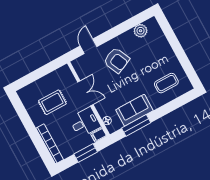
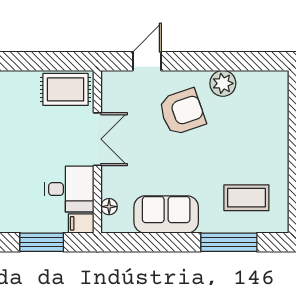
plant: (141, 31) -> (223, 83), moved
armchair: (117, 60) -> (182, 112), turned -85
rug: (52, 102) -> (66, 89), moved
window: (136, 125) -> (229, 242), moved

